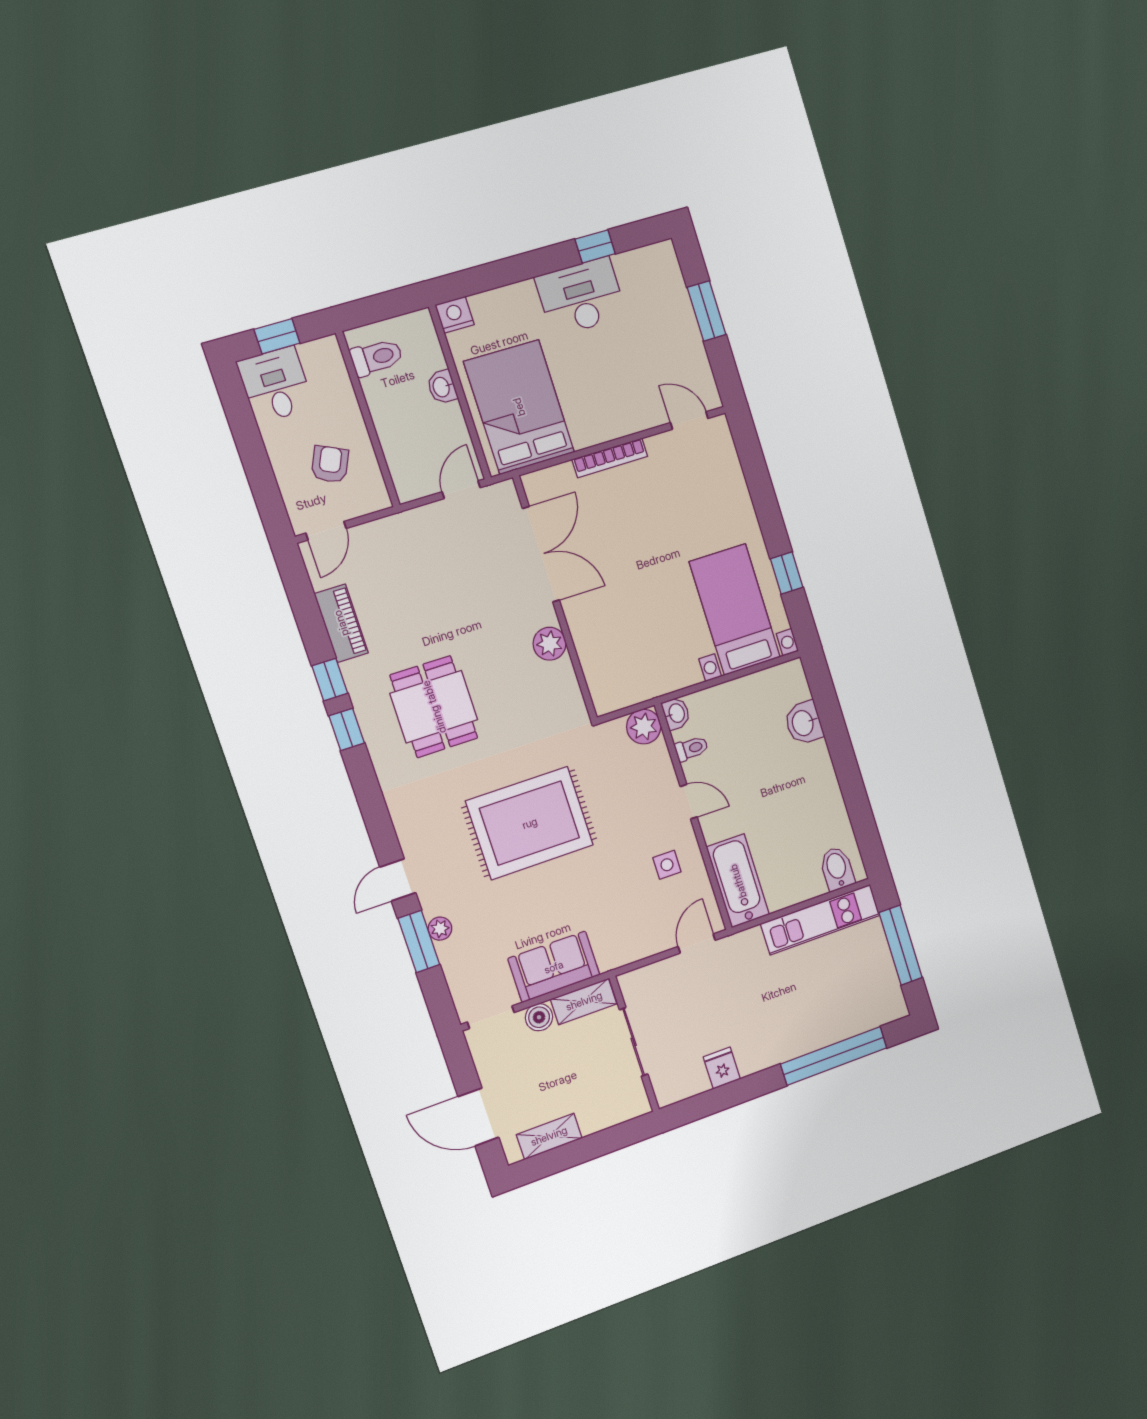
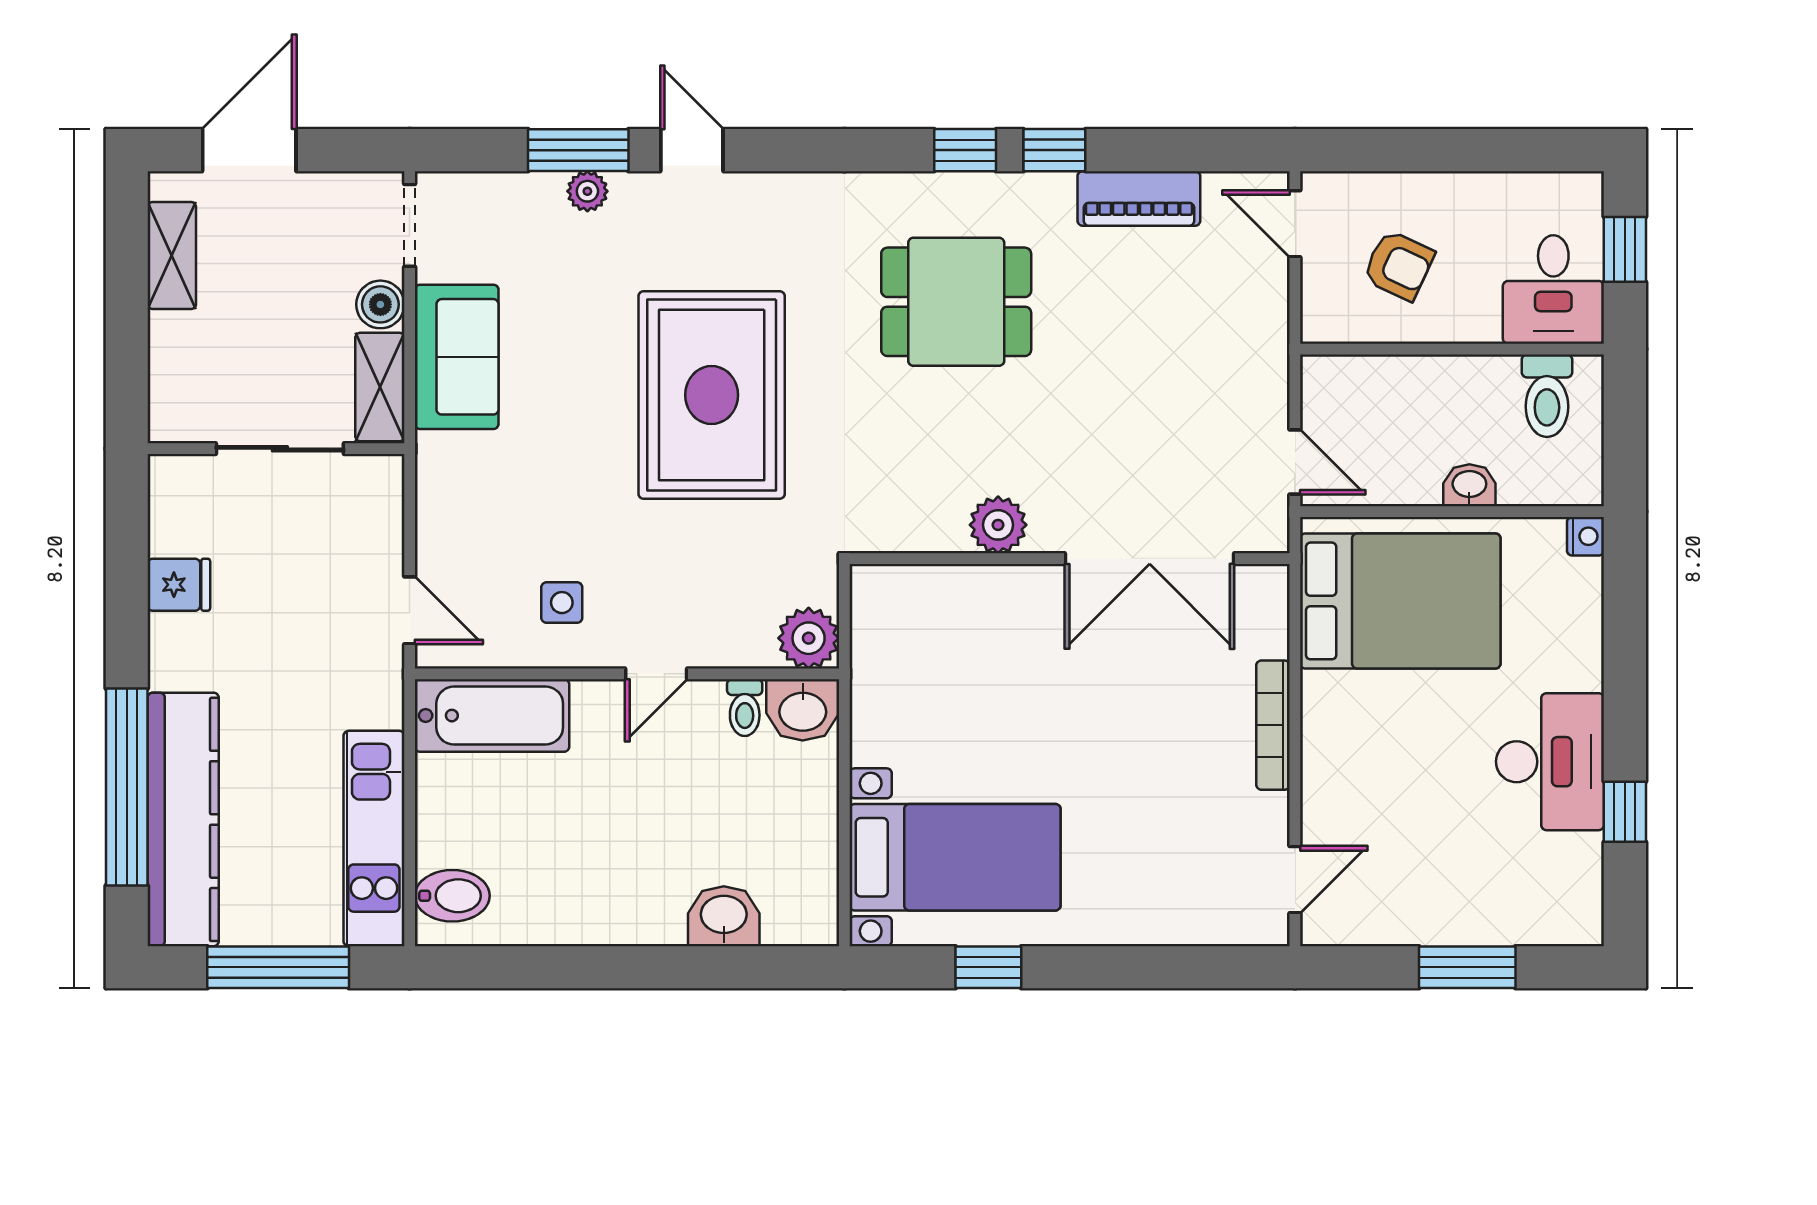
nightstand: (455, 315) -> (1585, 536), width x0.72, depth x0.74
desk: (275, 385) -> (1553, 290), moved, turned 90
washbasin: (676, 713) -> (803, 710), width x1.38, depth x1.45
kitchen counter: (841, 1021) -> (183, 819), added

